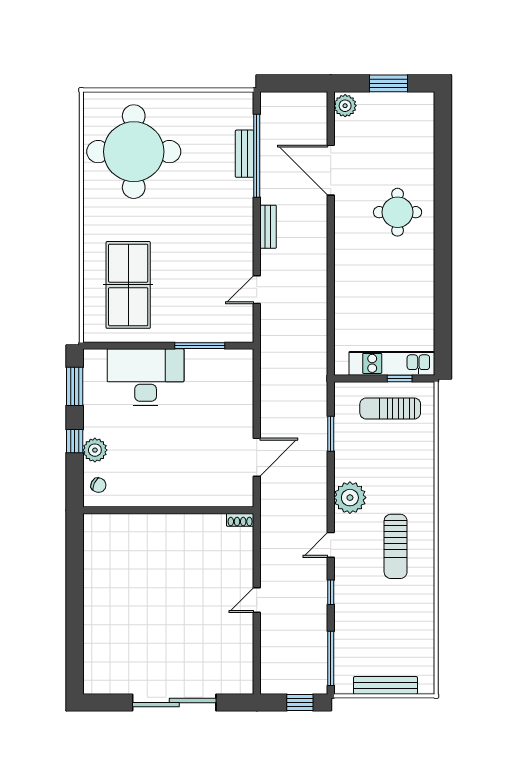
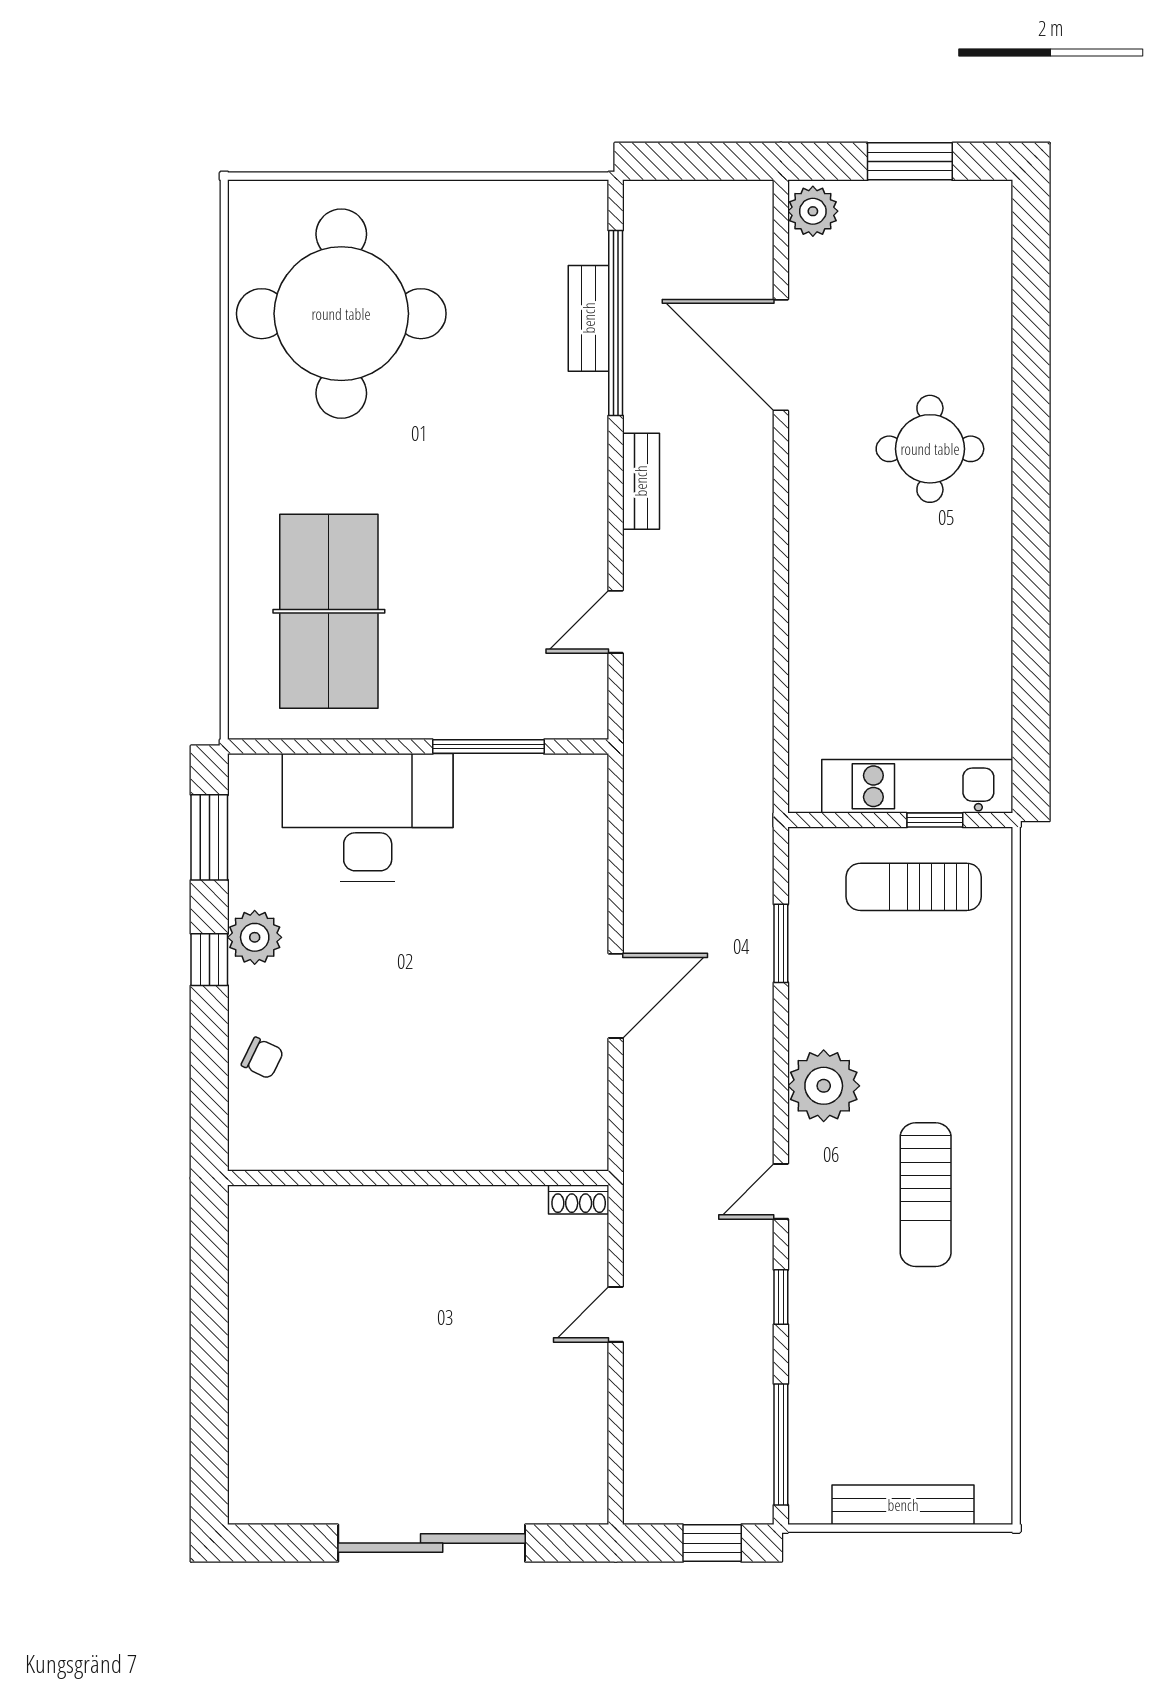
plant: (95, 450) -> (255, 937), moved
wall: (168, 510) -> (418, 1178), moved
shoe rack: (240, 520) -> (579, 1200), moved

